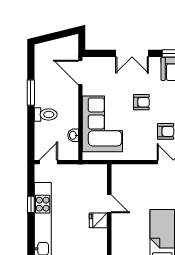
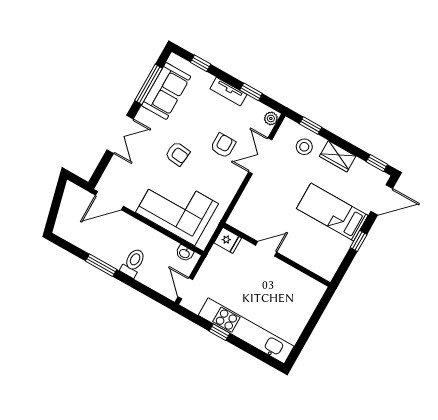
armchair: (141, 102) -> (178, 154), turned 96
washbasin: (73, 135) -> (185, 253), moved
fridge: (98, 220) -> (228, 240), moved, turned -90

